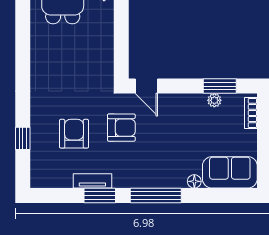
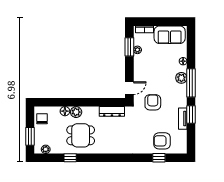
dresser: (105, 55) -> (112, 111), added
armchair: (74, 134) -> (162, 141), moved
sofa: (230, 172) -> (170, 35), moved, turned -90
plant: (165, 178) -> (181, 78), added

